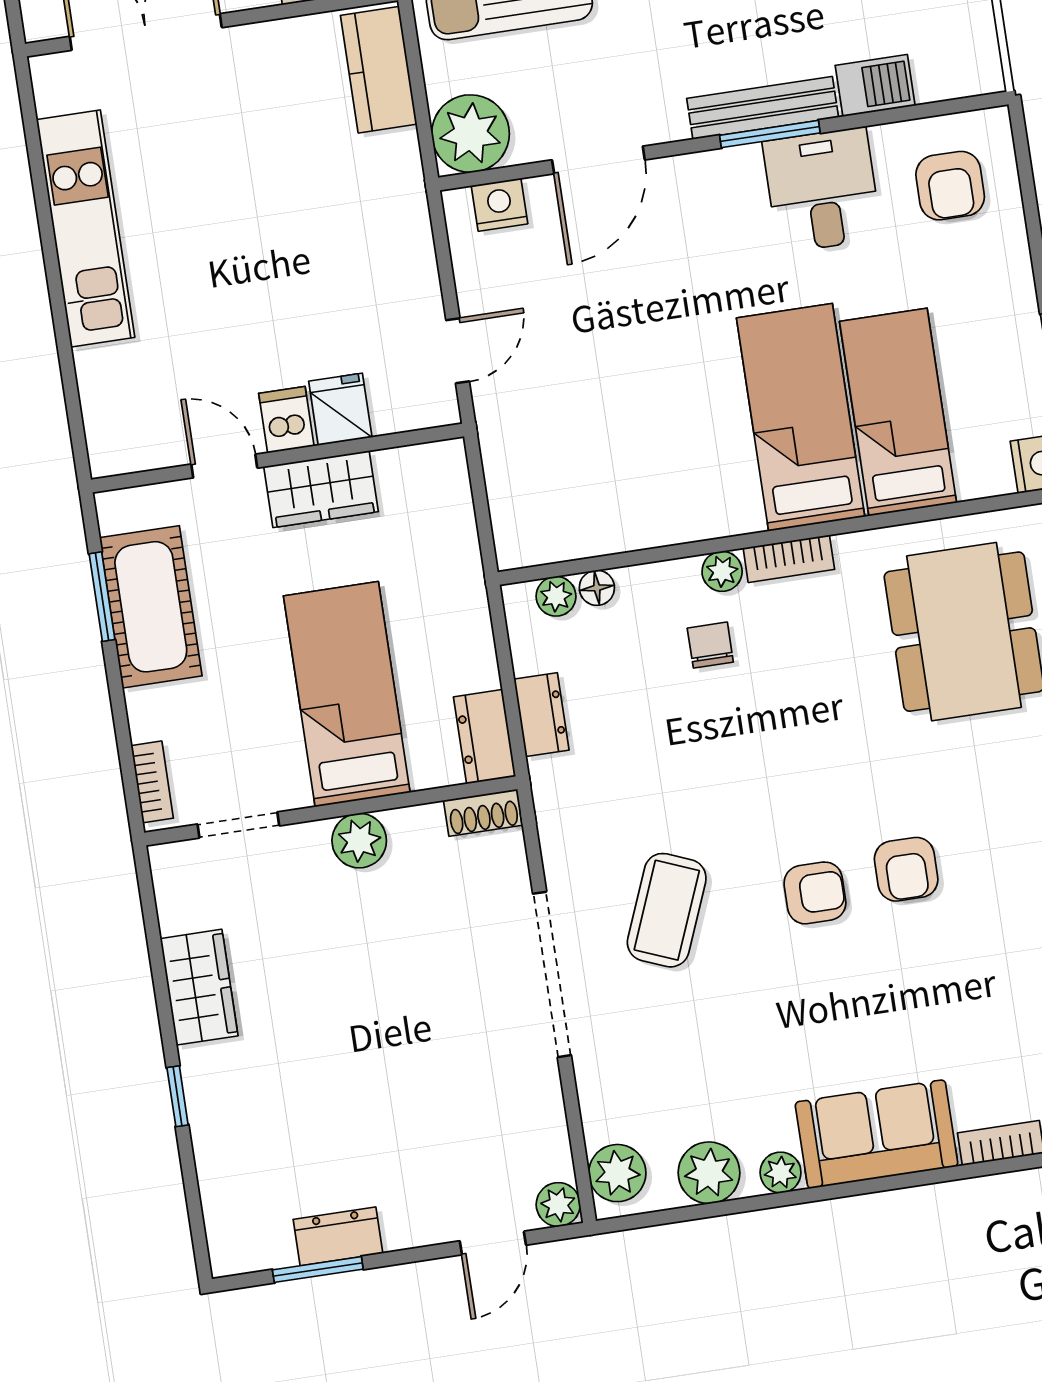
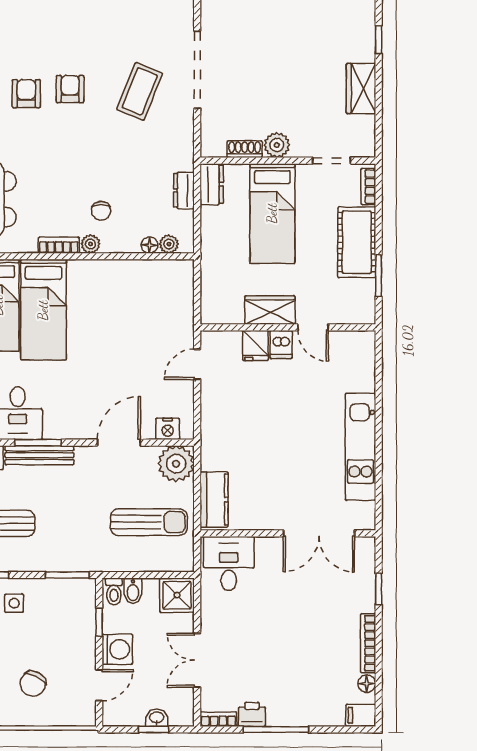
cot: (151, 607) -> (357, 242), moved
shoe rack: (483, 813) -> (245, 149), moved
armchair: (815, 893) -> (70, 89), turned 90

